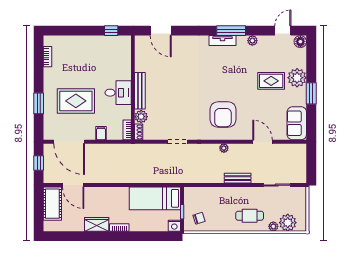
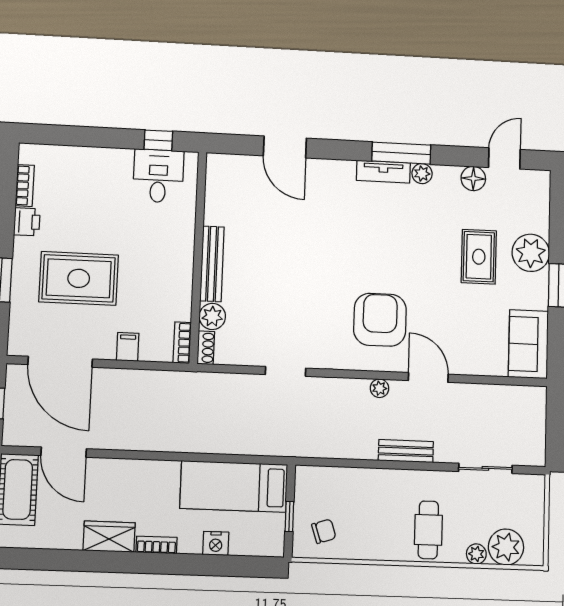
door: (161, 31) -> (285, 147), moved
plant: (252, 41) -> (422, 174), moved
floor lamp: (300, 42) -> (473, 178), moved
printer: (50, 74) -> (27, 222), added
rug: (271, 81) -> (479, 257), turned 90
desk: (118, 93) -> (158, 176), moved, turned -90
armchair: (223, 114) -> (380, 320), turned 180
door: (263, 142) -> (428, 377), moved
cafe table: (250, 216) -> (428, 530), turned 90
nightstand: (174, 226) -> (216, 543), moved

